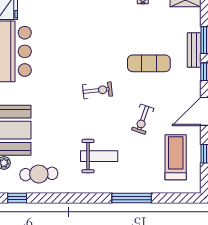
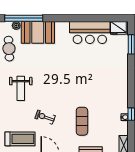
exercise bike: (98, 90) -> (64, 87), removed

